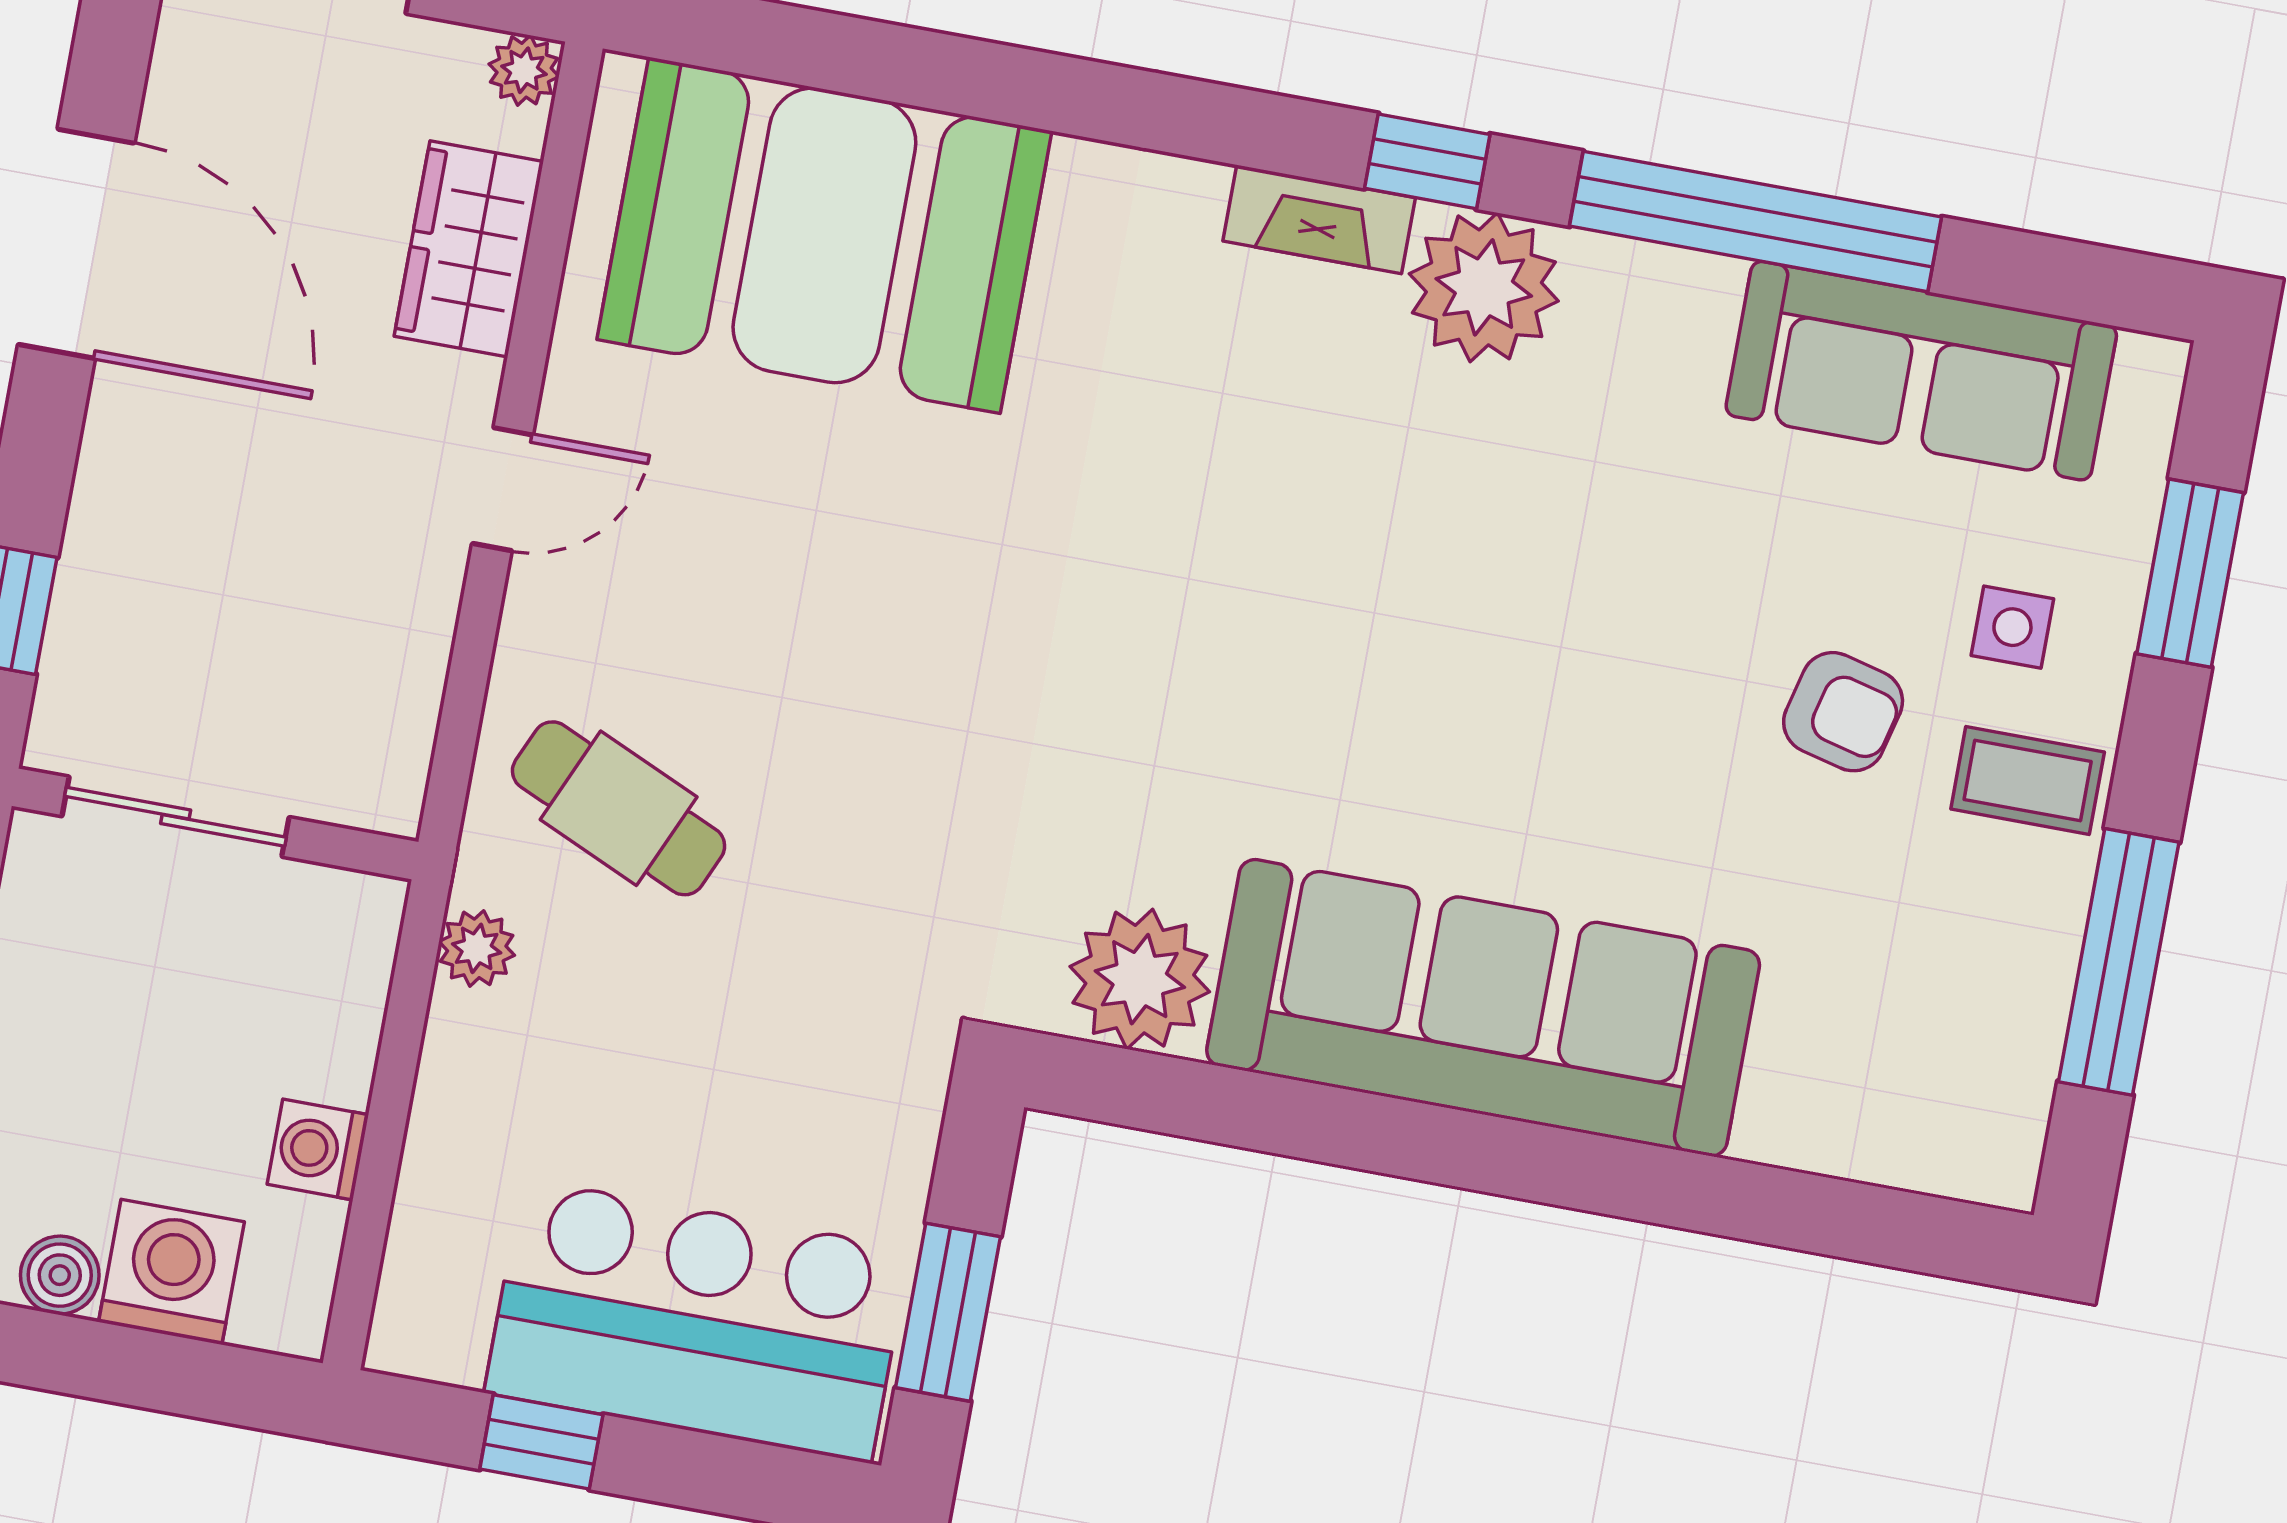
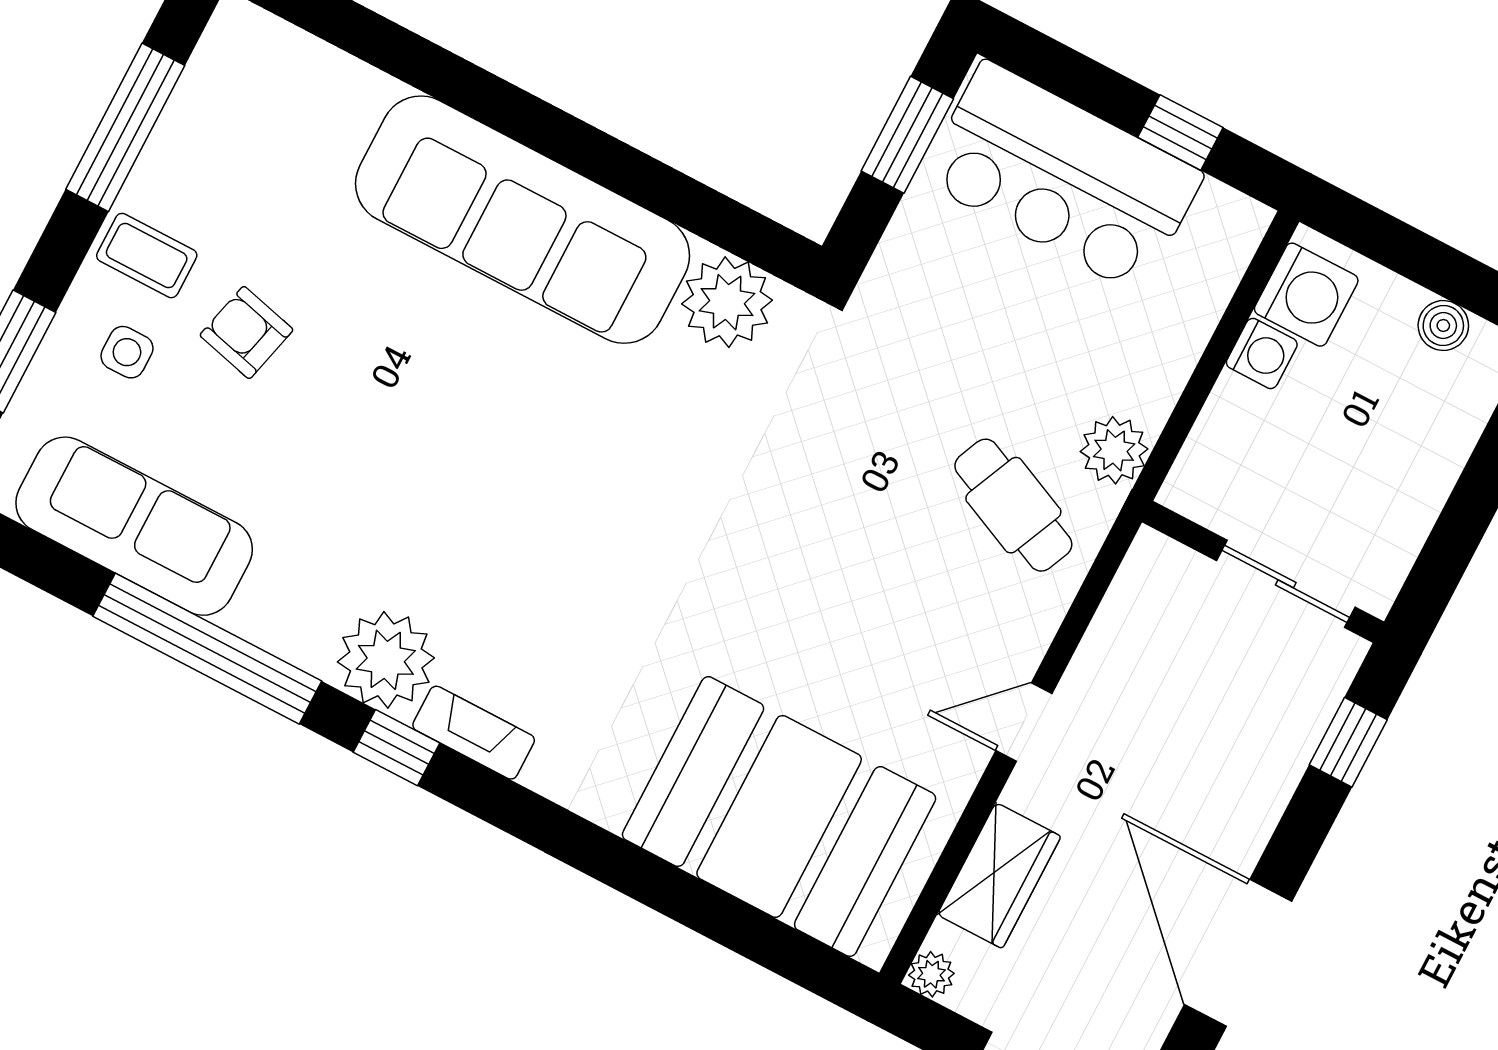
plant: (477, 948) -> (1114, 450), width x1.38, depth x1.38
washing machine: (171, 1272) -> (1306, 295), moved, turned -90

